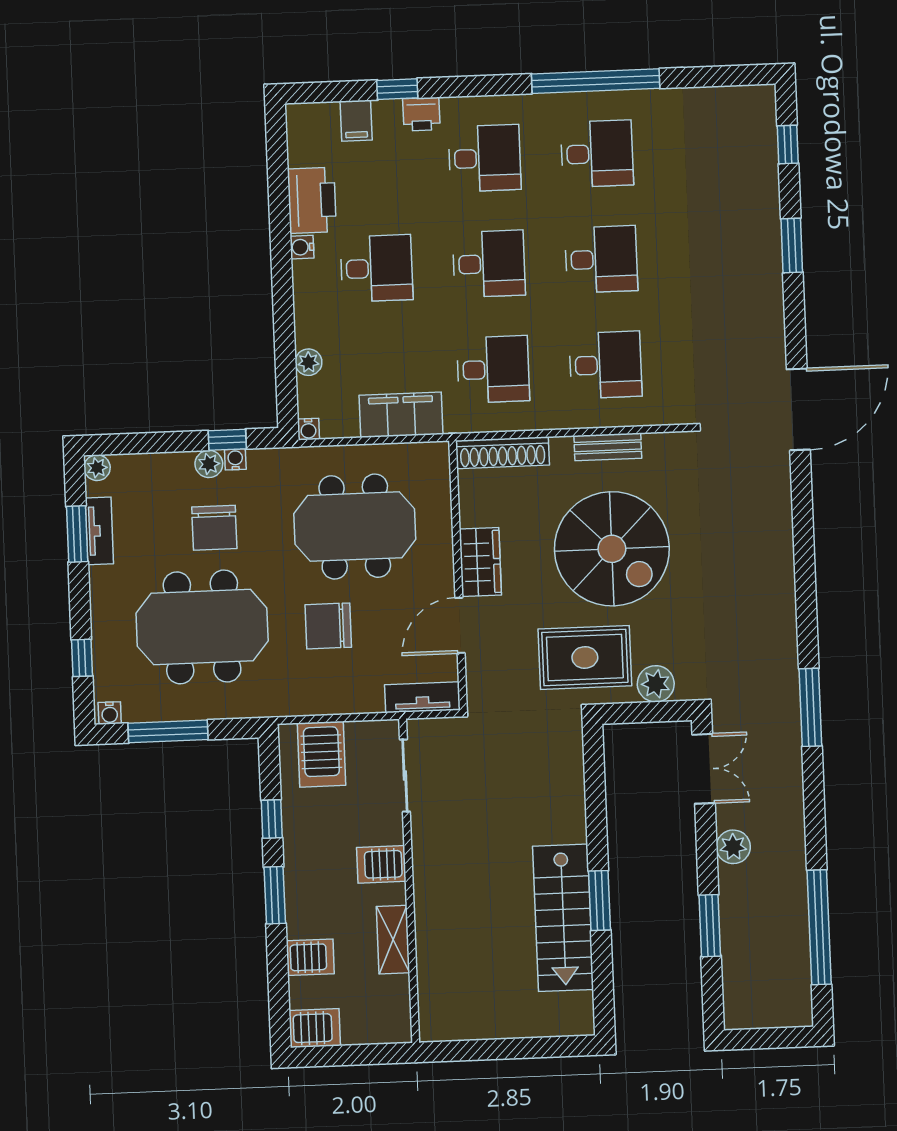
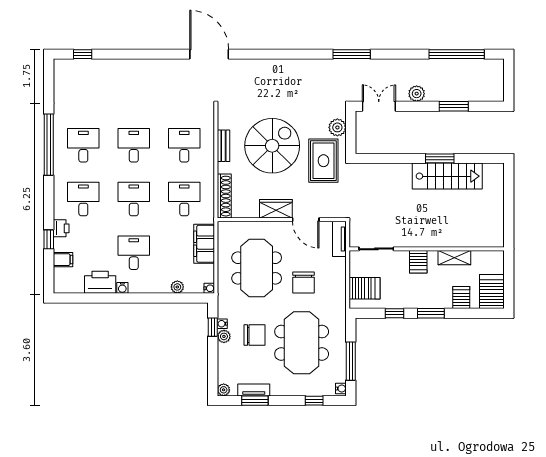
window: (792, 246) -> (131, 54), removed
server rack: (315, 1028) -> (492, 292), width x1.36, depth x1.44

